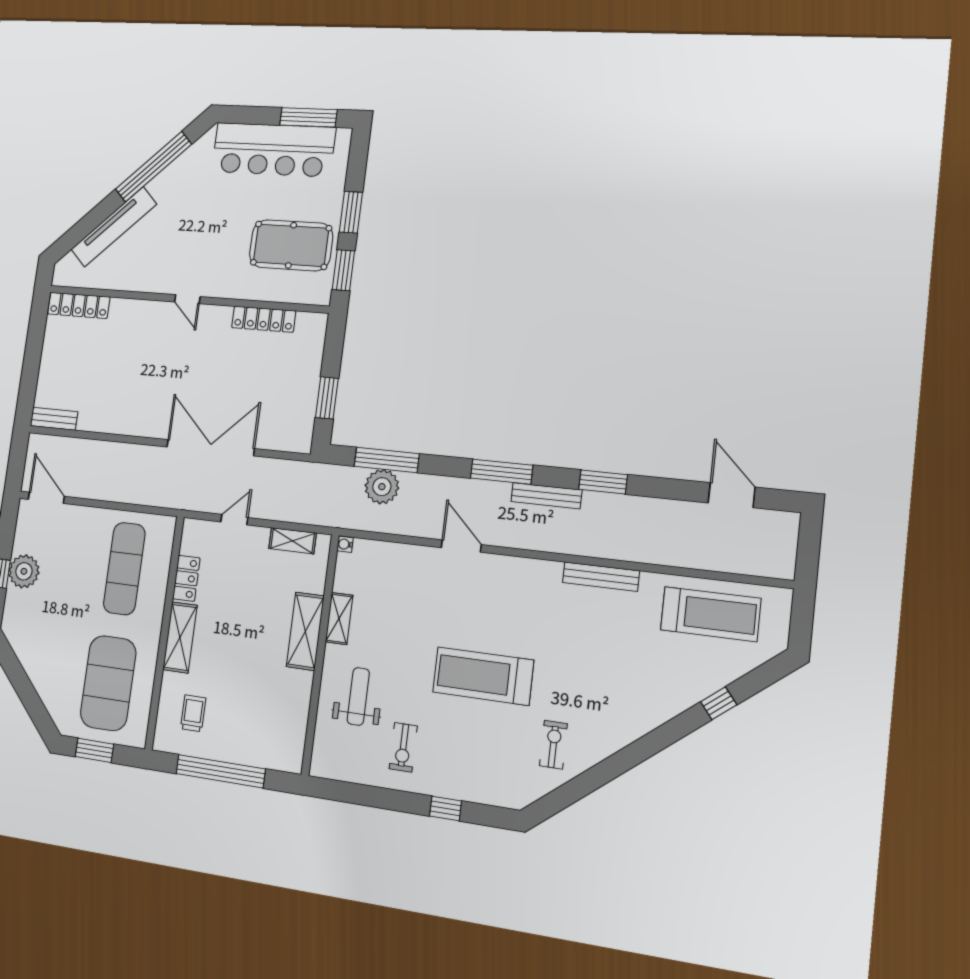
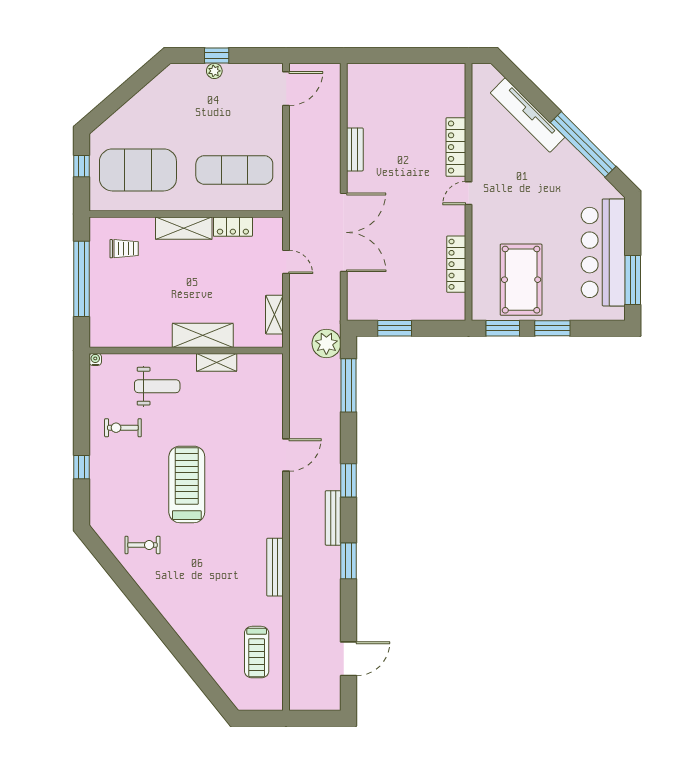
locker: (79, 305) -> (456, 147), moved
bench: (54, 419) -> (355, 149), moved
window: (502, 472) -> (348, 480), width x0.69
plant: (382, 487) -> (326, 343), moved
water cooler: (345, 544) -> (95, 359), moved
plant: (24, 571) -> (214, 71), width x0.53, depth x0.53
treadmill: (711, 614) -> (257, 652), width x0.73, depth x0.73
window: (719, 703) -> (191, 665), removed
window: (94, 750) -> (81, 166), width x0.67

